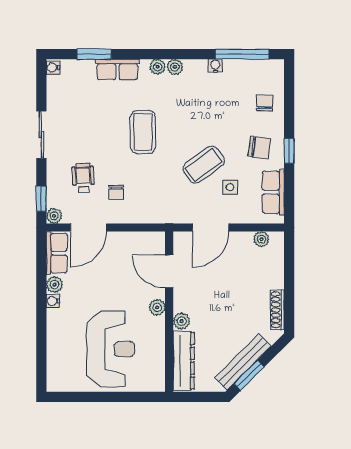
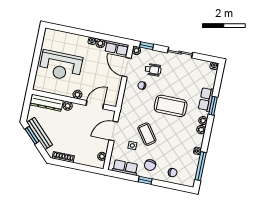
window: (94, 54) -> (213, 106), moved
coffee table: (143, 132) -> (171, 106), width x1.36, depth x1.32
door: (211, 227) -> (113, 131), hinge flipped

